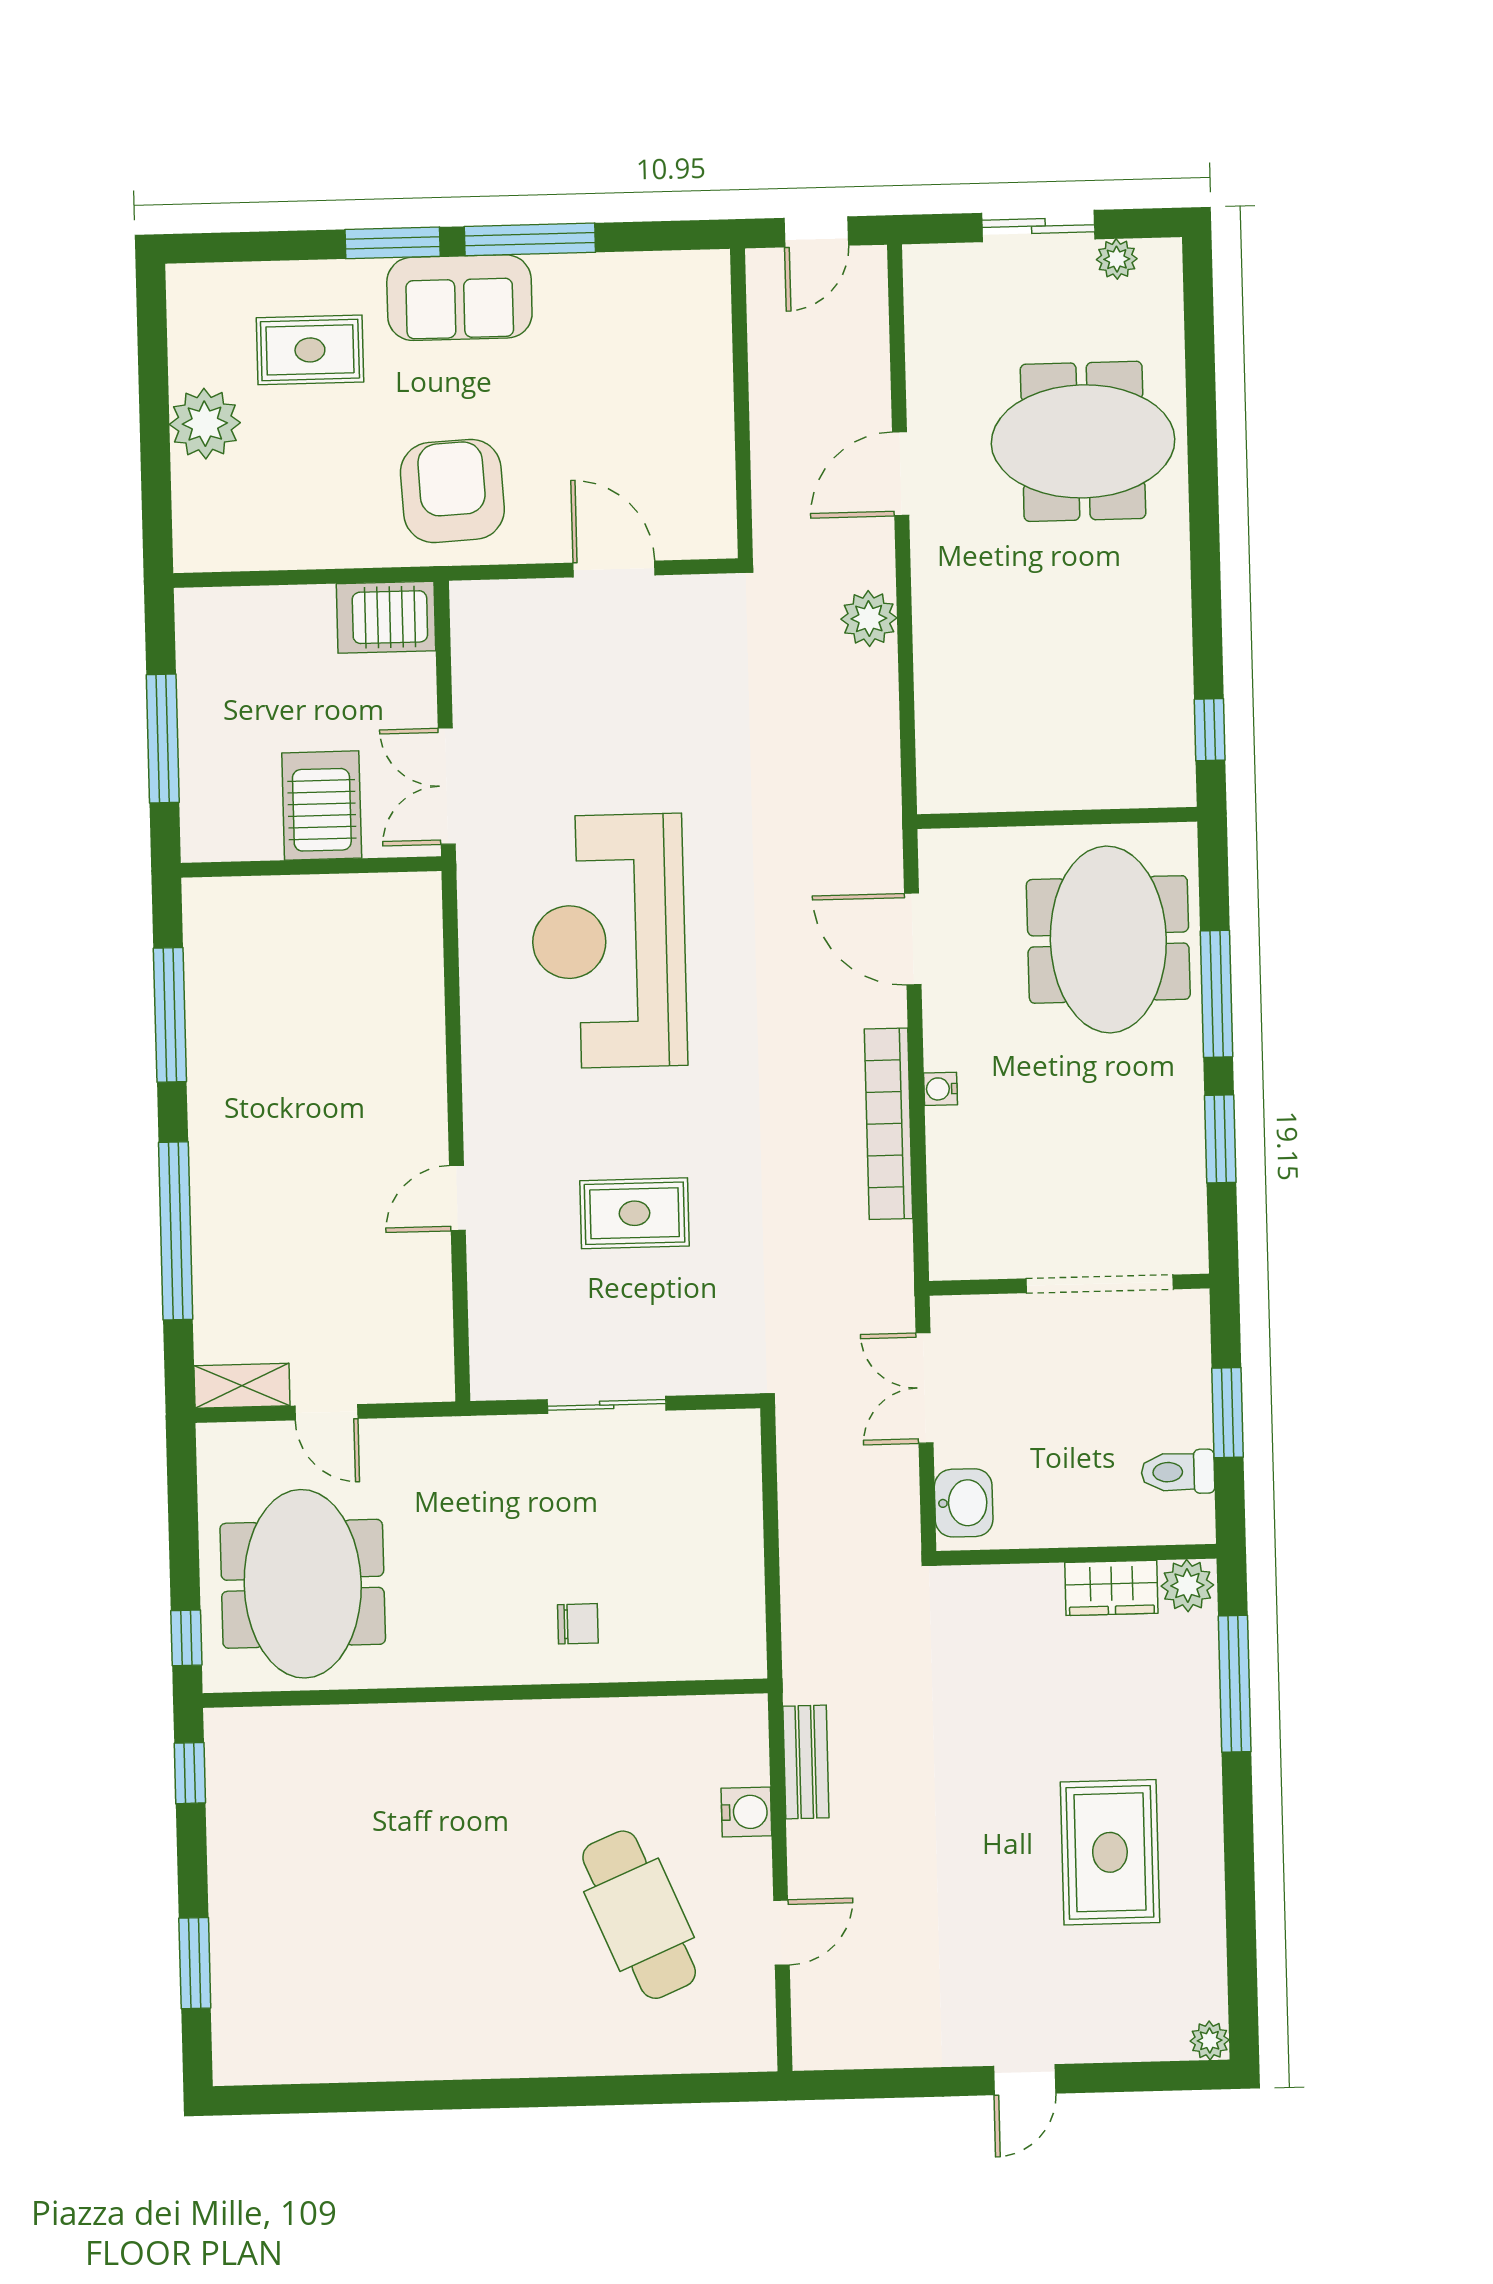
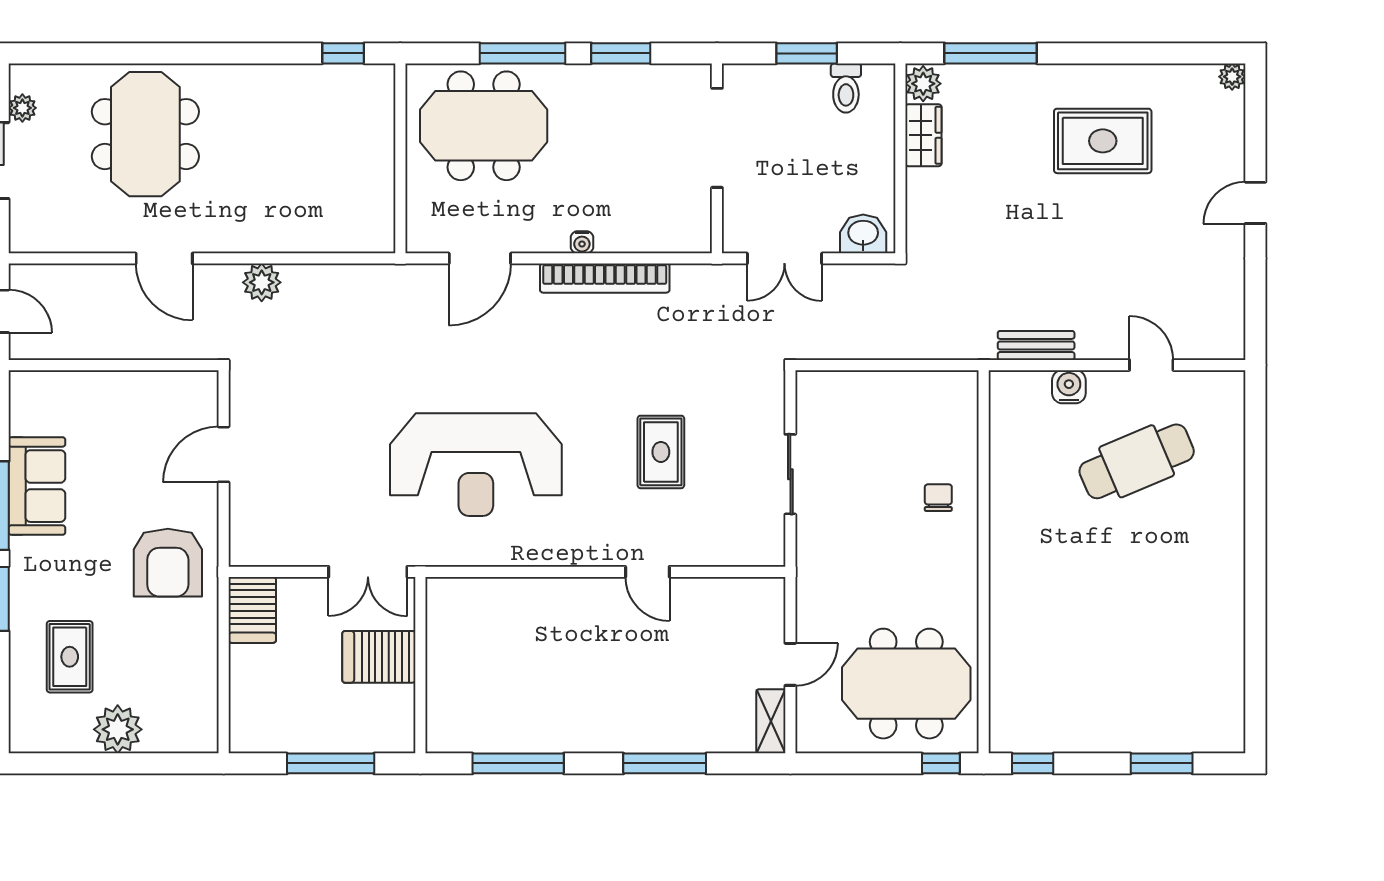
sofa: (459, 298) -> (37, 486), moved
armchair: (452, 491) -> (168, 563), turned -87
window: (176, 1231) -> (665, 763), width x0.68
door: (1025, 2080) -> (1255, 203), swing flipped

